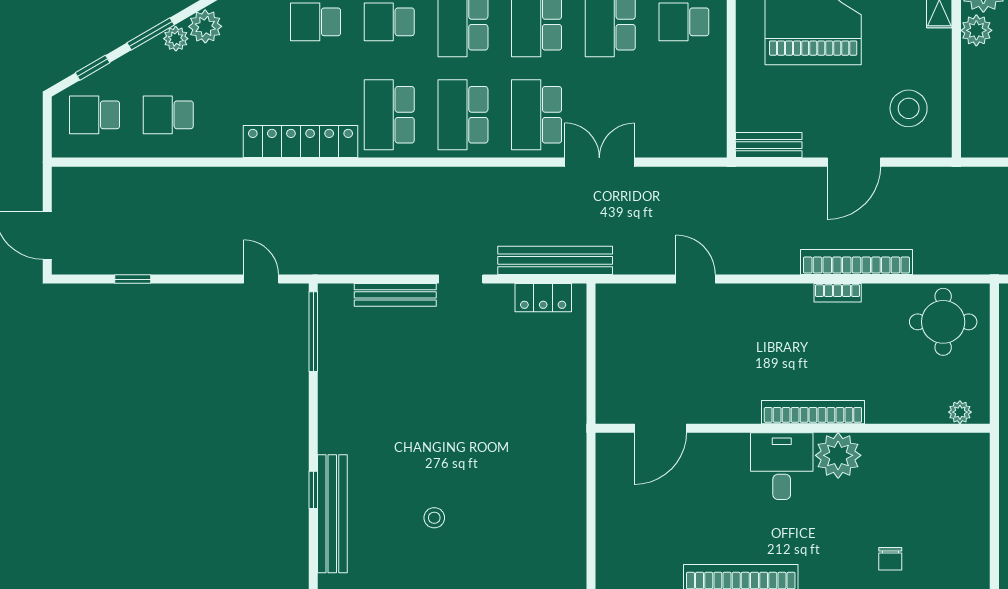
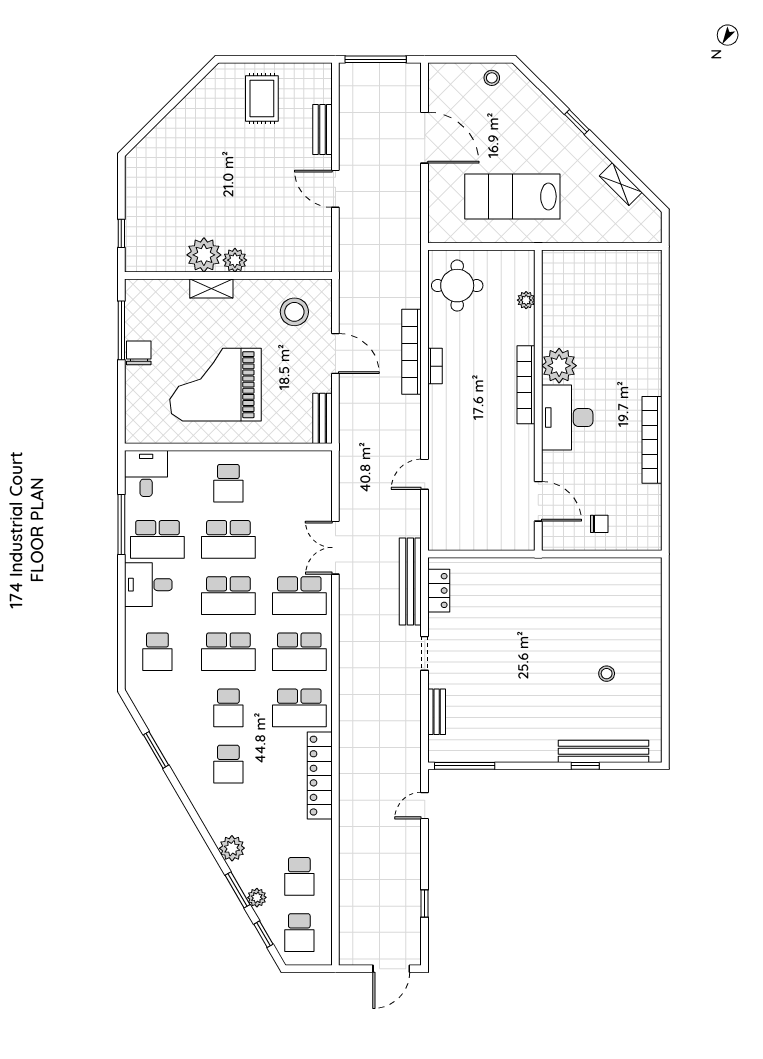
plant: (176, 39) -> (257, 898), moved
bench: (395, 295) -> (437, 712), width x0.73
plant: (960, 412) -> (526, 300), moved
desk: (782, 466) -> (567, 418), width x1.37
chair: (890, 559) -> (599, 524), moved

